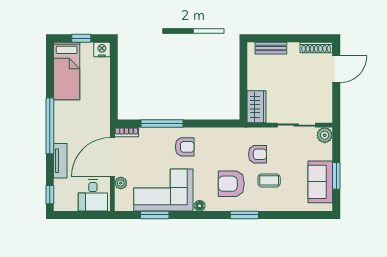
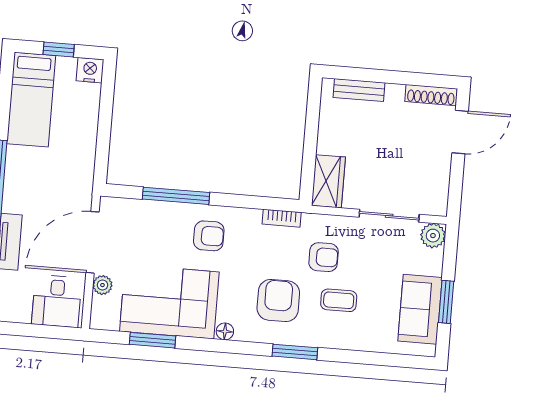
bookcase: (126, 132) -> (282, 218), moved
armchair: (231, 184) -> (278, 301), turned 90

